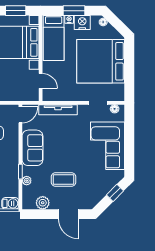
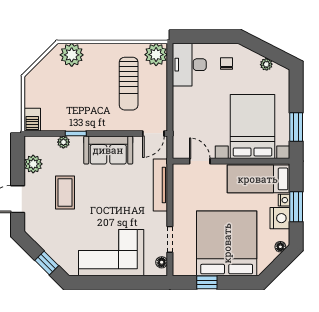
window: (129, 76) -> (207, 282), added
door: (41, 81) -> (200, 161), swing flipped
door: (20, 115) -> (153, 133), hinge flipped

